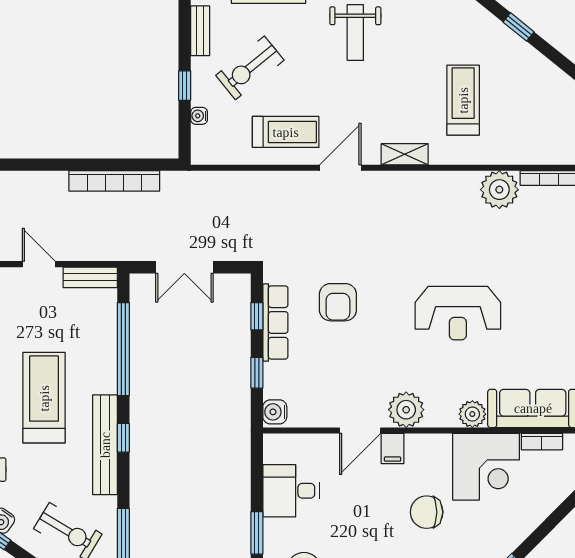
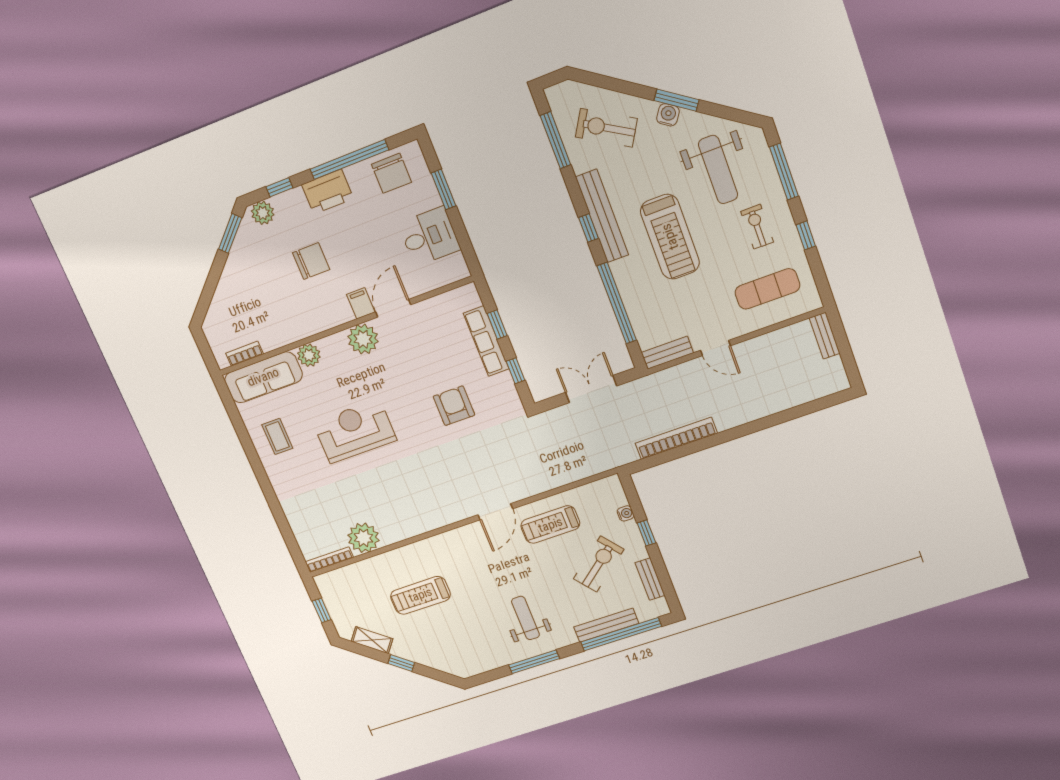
treadmill: (463, 100) -> (420, 595), turned 90
shelving: (405, 154) -> (372, 640), moved, turned 39
row of seats: (275, 322) -> (486, 341), moved
coffee table: (546, 338) -> (277, 436), added
water cooler: (275, 412) -> (469, 298), removed
corner desk: (486, 467) -> (280, 317), removed

